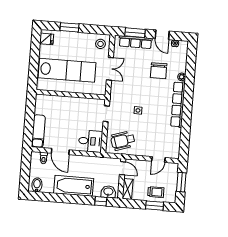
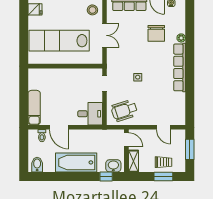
lab bench: (67, 70) -> (59, 41), turned 180
door: (158, 159) -> (164, 127), hinge flipped

